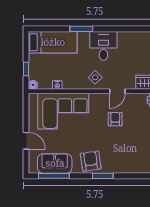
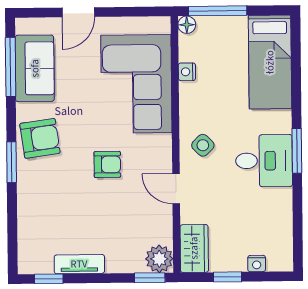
window: (81, 29) -> (297, 151), moved
window: (26, 69) -> (218, 11), width x2.17
armchair: (115, 119) -> (107, 164), moved

